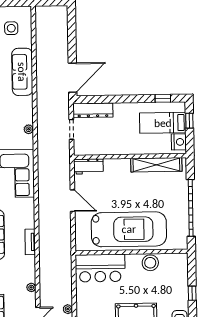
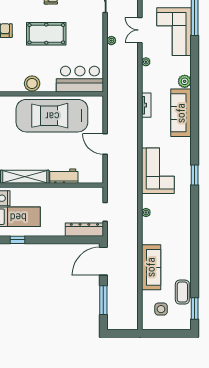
window: (72, 37) -> (103, 300), added
workbench: (88, 166) -> (64, 176), moved

